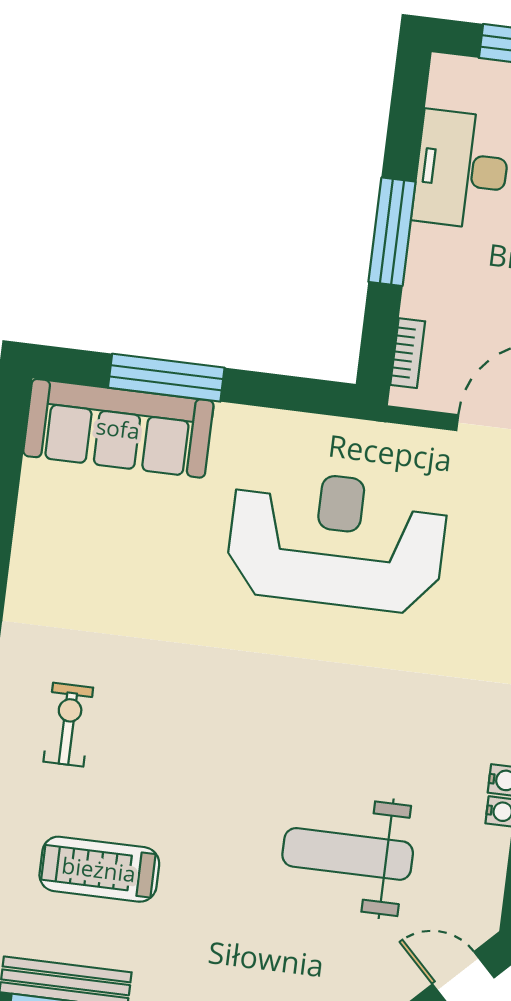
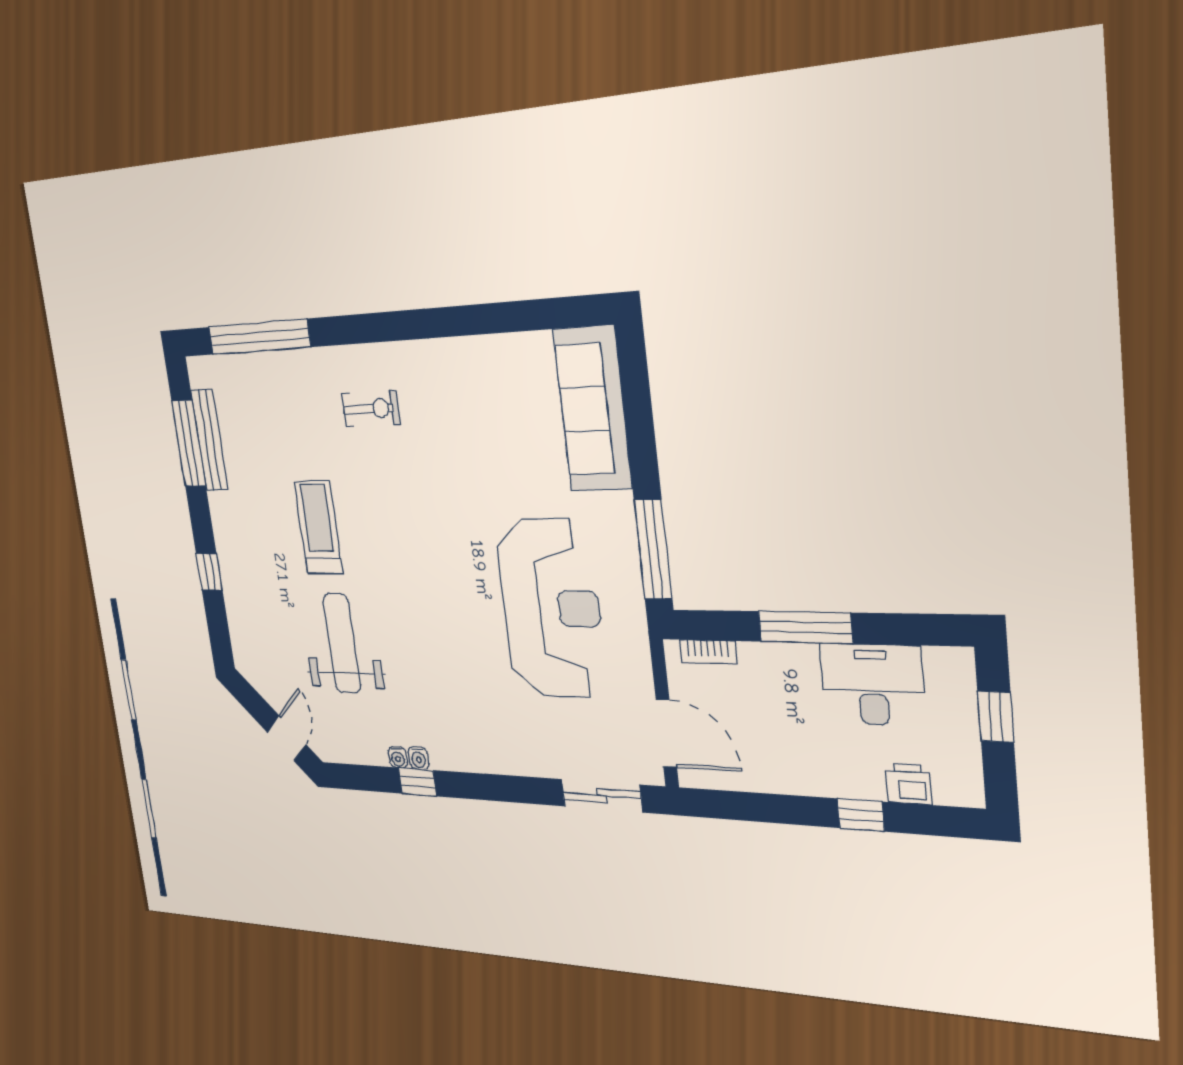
window: (166, 378) -> (653, 550), moved
treadmill: (99, 869) -> (318, 527), moved

